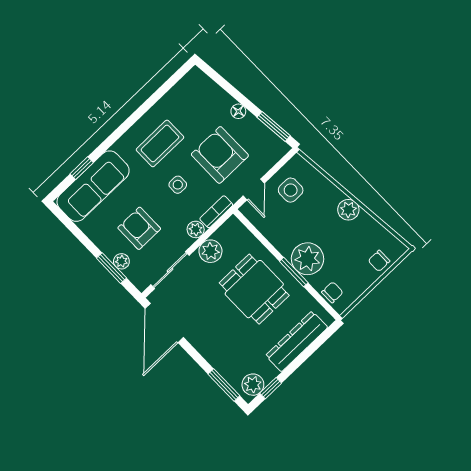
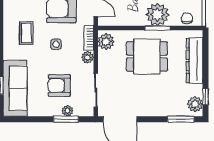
coffee table: (160, 143) -> (26, 33), width x0.73, depth x0.77
plant: (210, 251) -> (106, 42), moved

